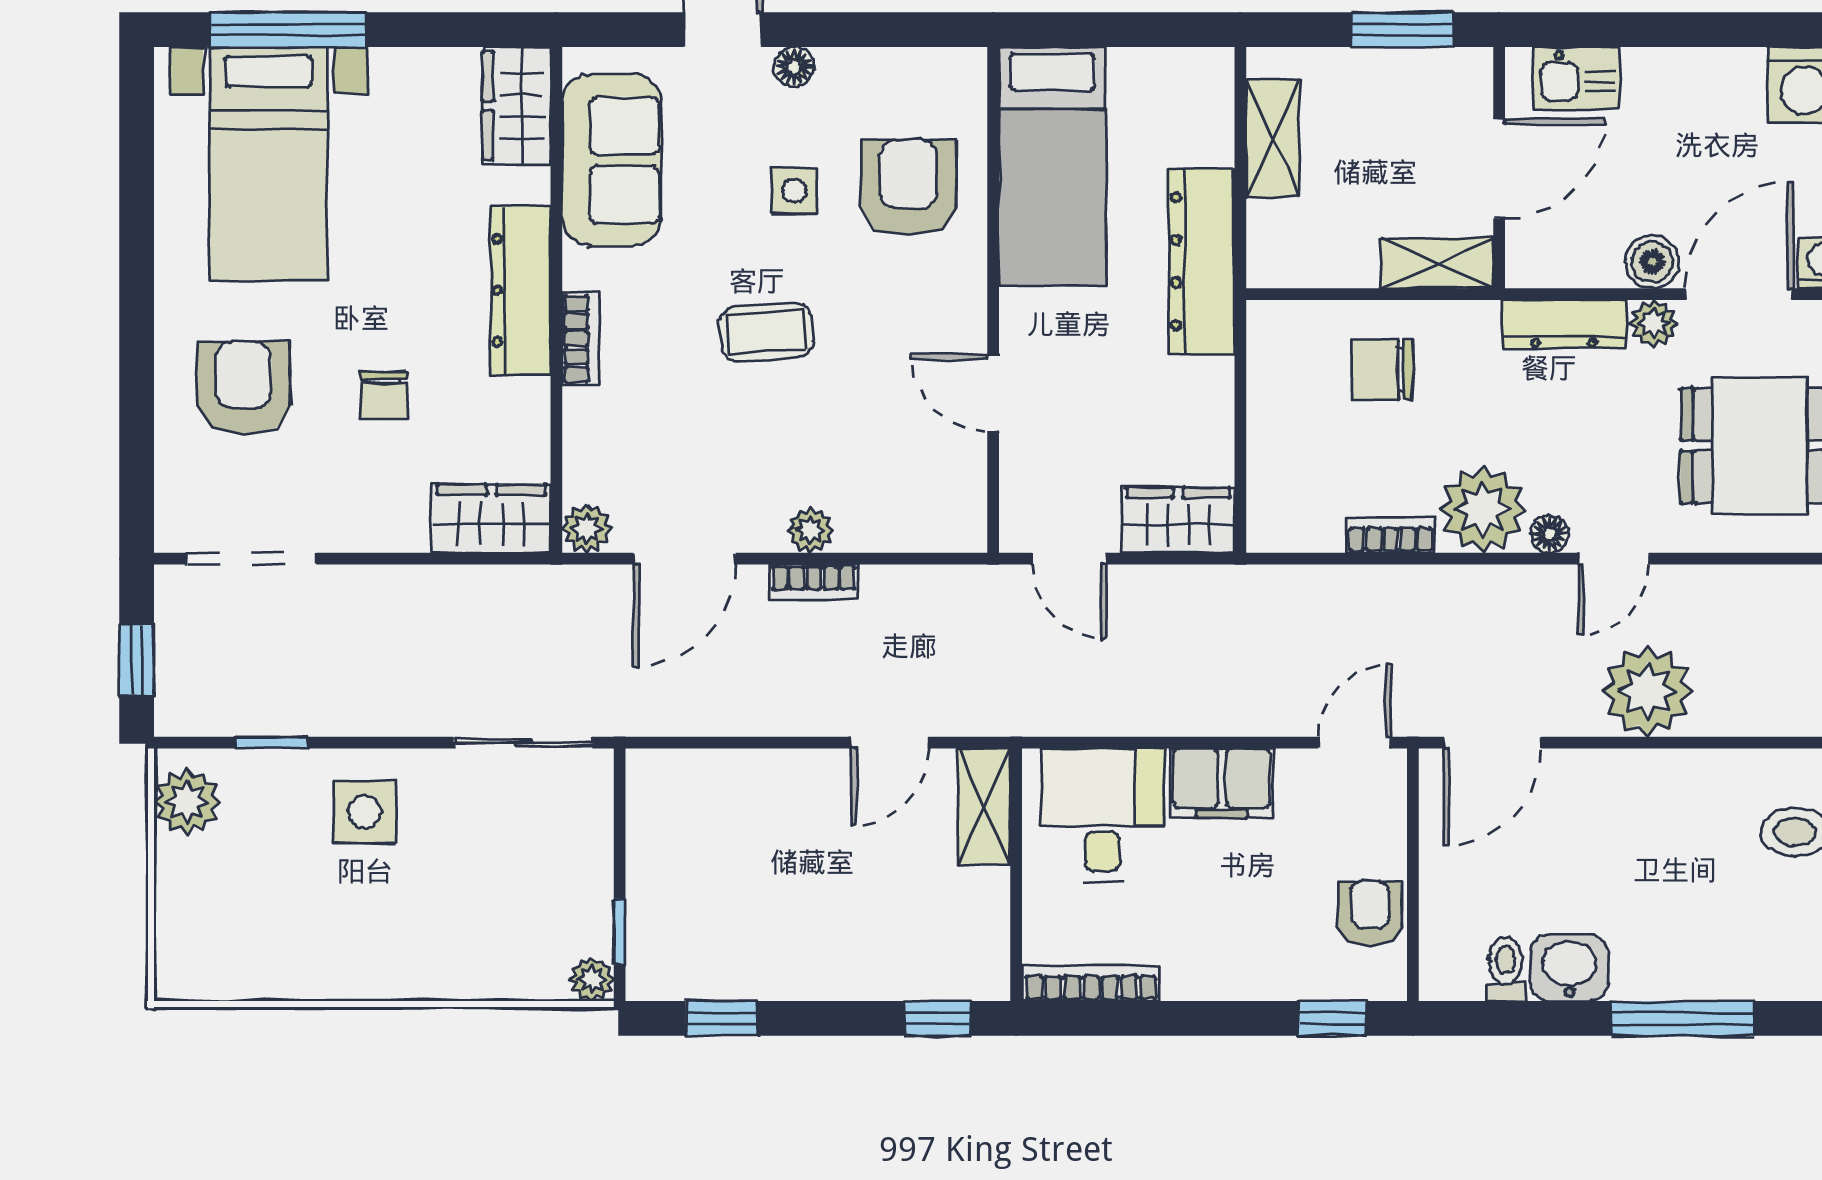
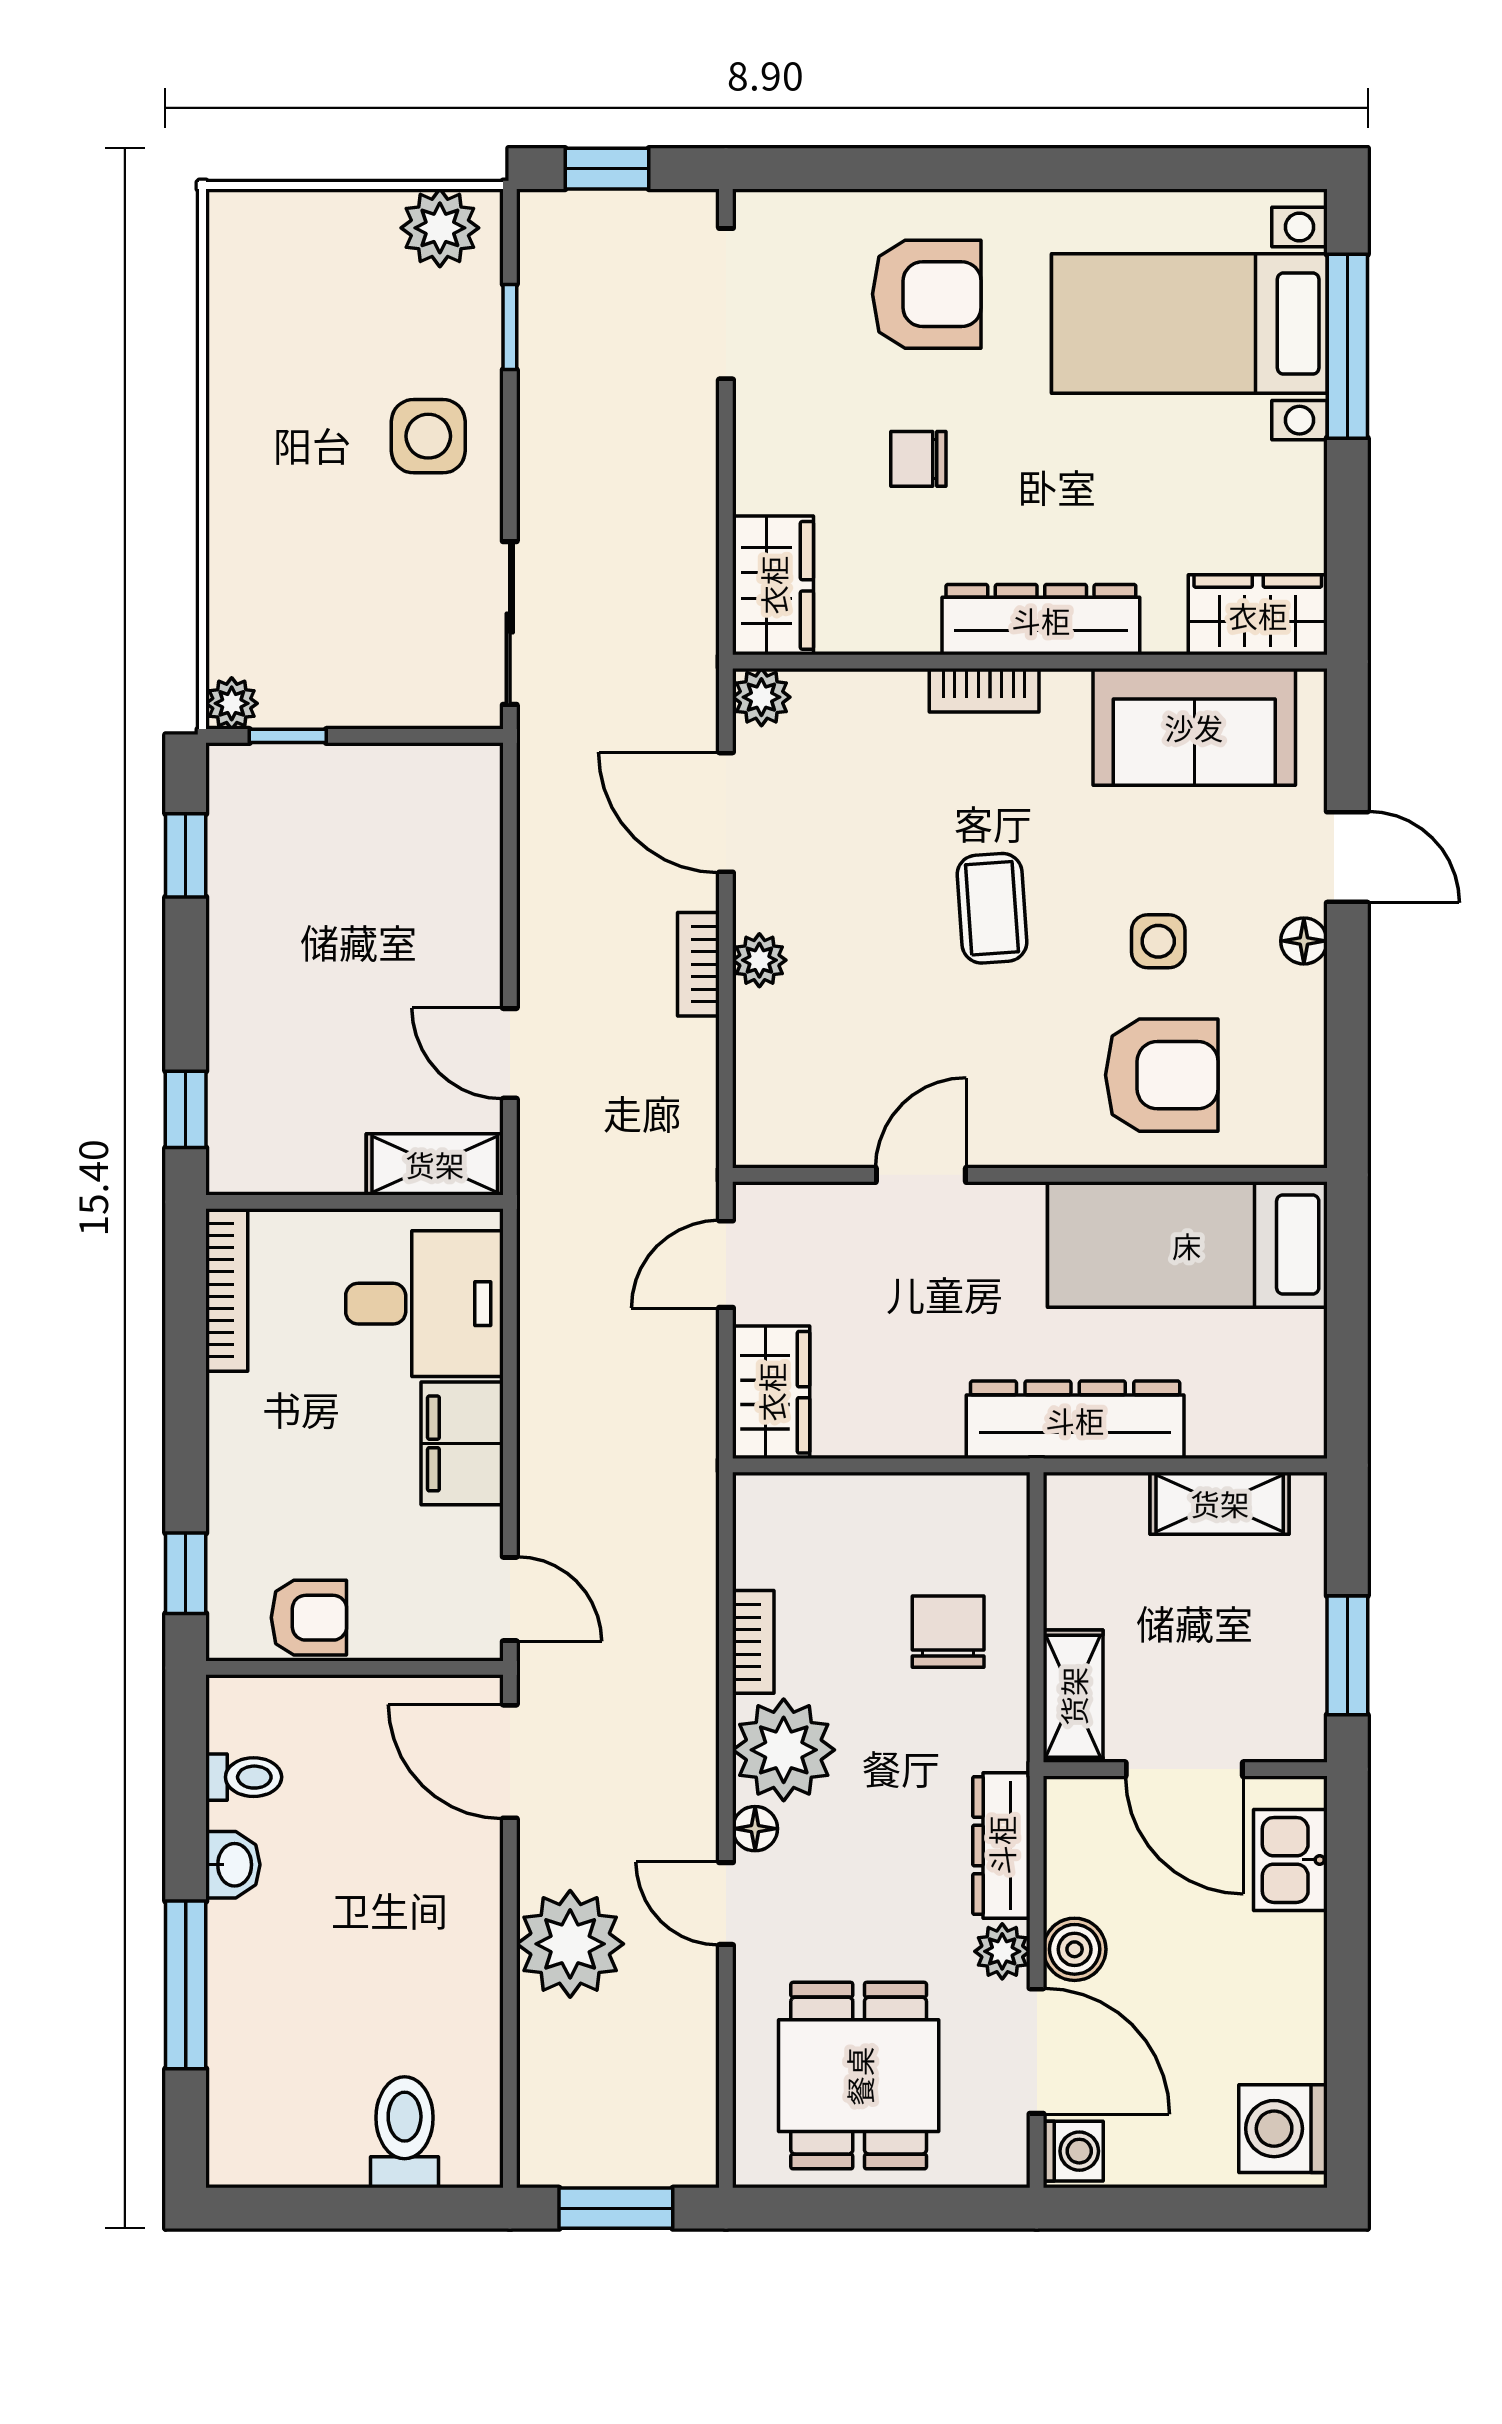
washbasin: (1569, 968) -> (233, 1865), width x0.72, depth x0.69

